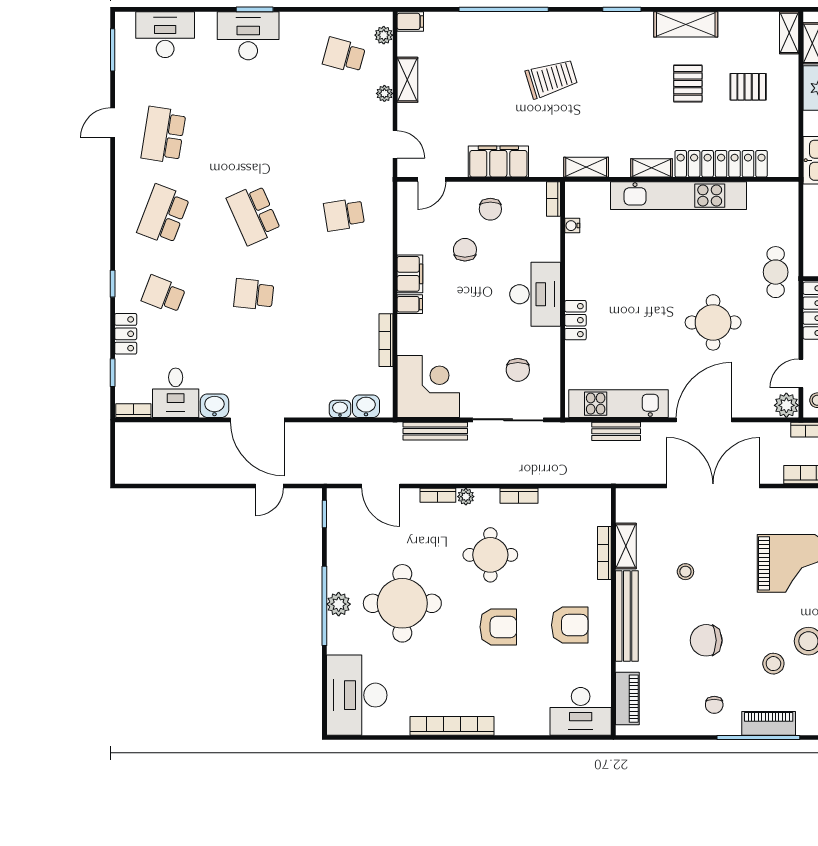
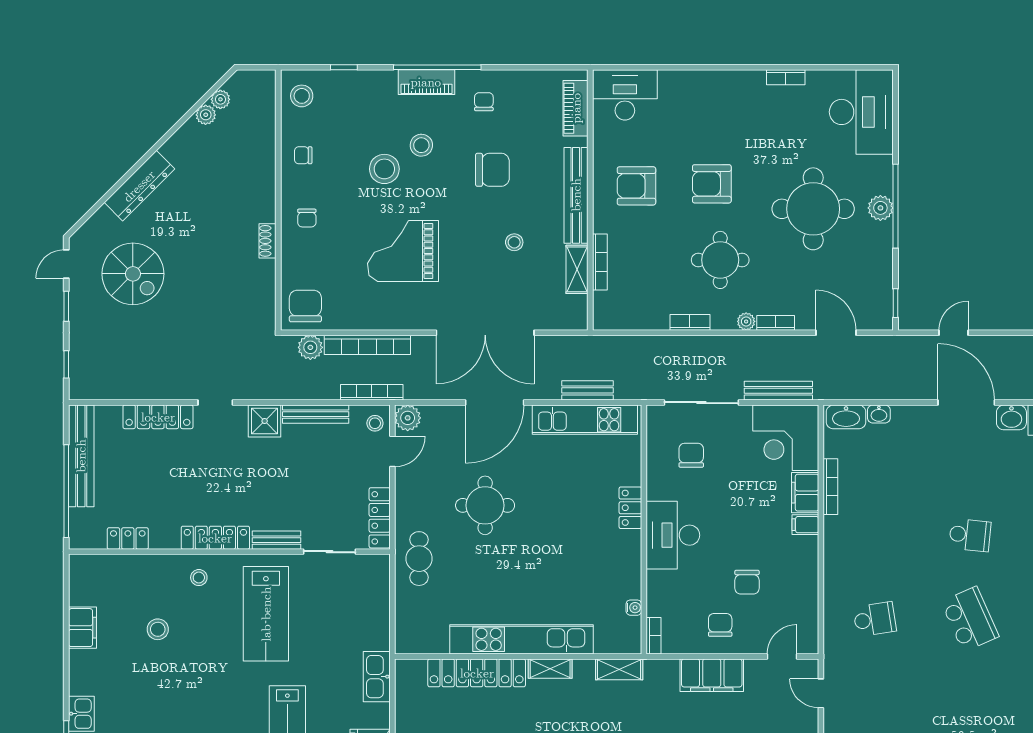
filing cabinet: (410, 274) -> (805, 493), moved
washbasin: (366, 406) -> (846, 417), width x1.38
bookcase: (452, 726) -> (786, 77), width x0.43, depth x0.76

